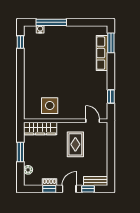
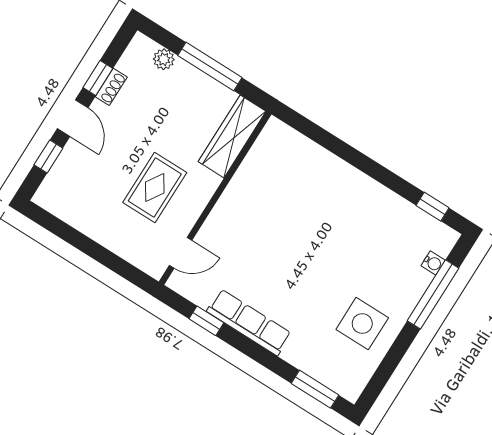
row of seats: (102, 53) -> (249, 322), moved
side table: (50, 106) -> (362, 324), moved
rug: (75, 144) -> (155, 188), turned 90
window: (20, 152) -> (210, 66), width x1.44
bench: (96, 181) -> (55, 182), removed

